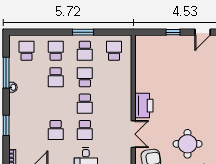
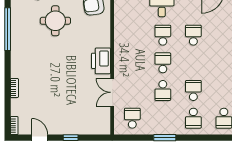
door: (203, 32) -> (40, 138), hinge flipped
school desk: (85, 51) -> (163, 118), removed
school desk: (114, 51) -> (132, 118), turned 180
double door: (133, 134) -> (112, 92), moved

